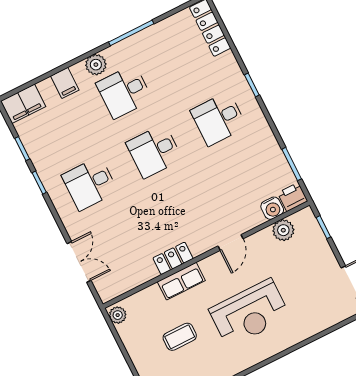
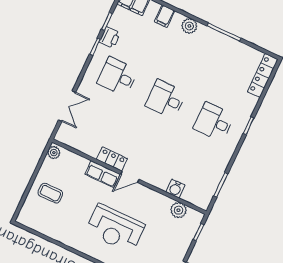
desk: (124, 92) -> (187, 55), removed
printer: (293, 197) -> (110, 37), moved, turned 90
water cooler: (272, 208) -> (175, 189), moved
door: (231, 242) -> (130, 177), moved
coffee table: (180, 337) -> (50, 193), moved

